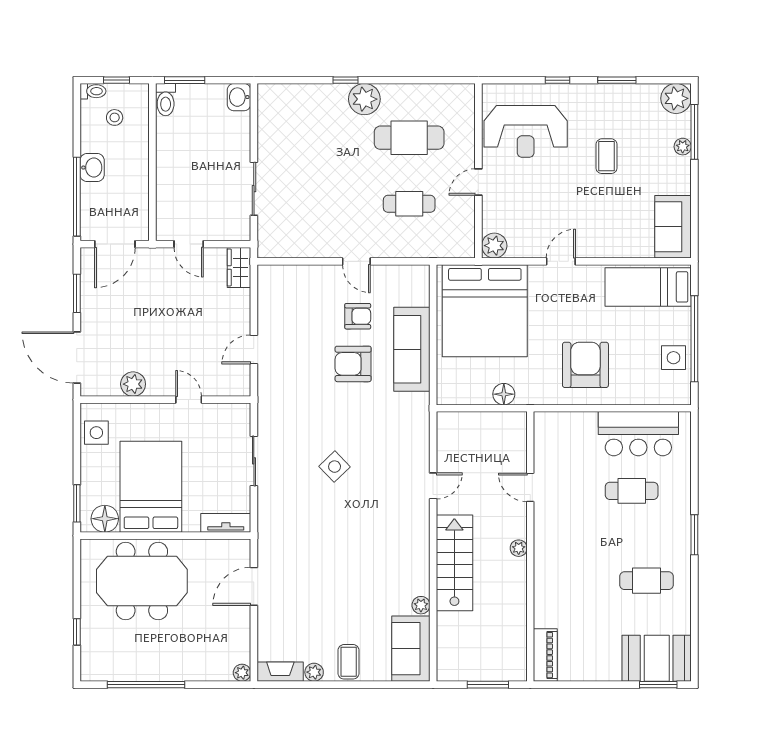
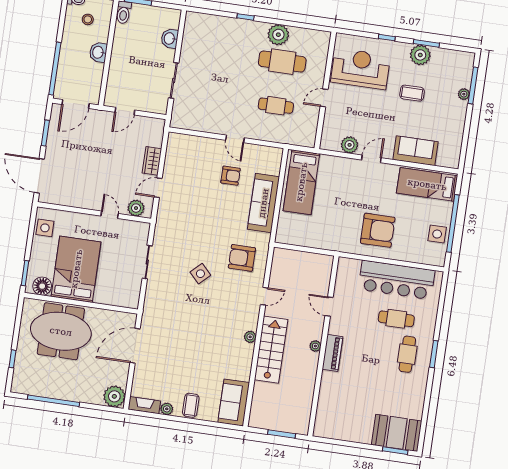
washbasin: (239, 97) -> (170, 39), moved
plant: (676, 98) -> (420, 55), moved
plant: (364, 99) -> (278, 35), moved
reception desk: (526, 131) -> (361, 69), turned 180
coffee table: (606, 156) -> (412, 93), turned 90
washbasin: (92, 168) -> (98, 52), moved, turned 180
sofa: (673, 227) -> (416, 151), moved, turned 90
door: (189, 244) -> (125, 111), hinge flipped
plant: (494, 246) -> (350, 145), moved
wardrobe: (239, 267) -> (152, 161), moved
bed: (485, 311) -> (301, 182), width x0.49
armchair: (353, 364) -> (242, 258), moved
armchair: (585, 365) -> (378, 230), turned 90
plant: (133, 384) -> (136, 208), moved
floor lamp: (504, 394) -> (320, 242), removed
bar counter: (638, 434) -> (397, 280), width x1.36
tv unit: (226, 523) -> (122, 301), removed
cafe table: (647, 581) -> (407, 354), moved, turned 90
door: (254, 586) -> (135, 346), width x1.36
plant: (421, 605) -> (250, 337), moved
piano: (545, 655) -> (332, 353), moved
plant: (242, 673) -> (114, 396), width x1.88, depth x1.88

